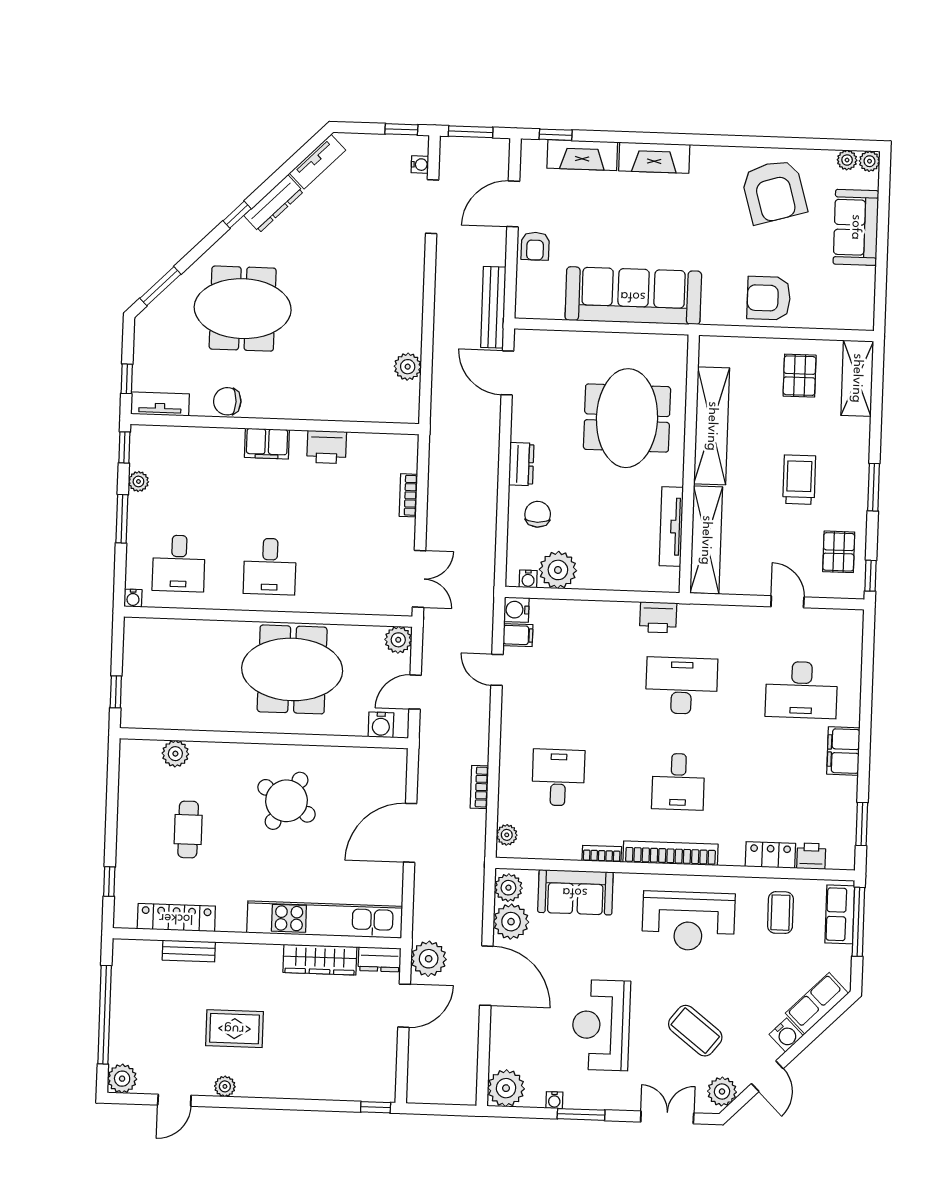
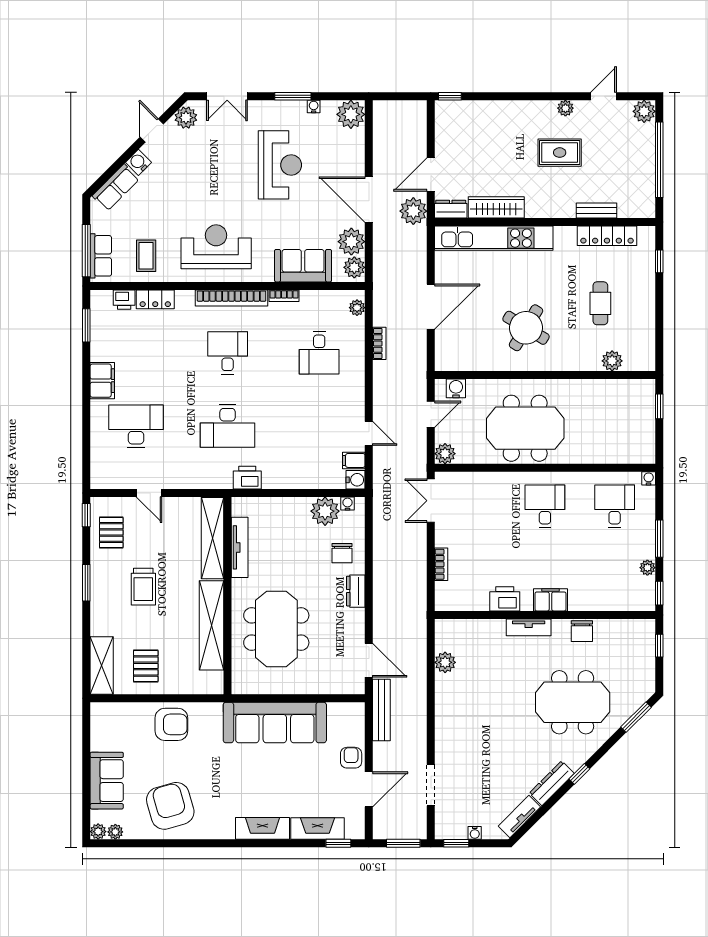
water cooler: (420, 165) -> (475, 833), moved, turned -90
chair: (227, 401) -> (582, 631), turned 90
tv unit: (160, 404) -> (529, 627), moved
coffee table: (695, 1031) -> (208, 163), removed

